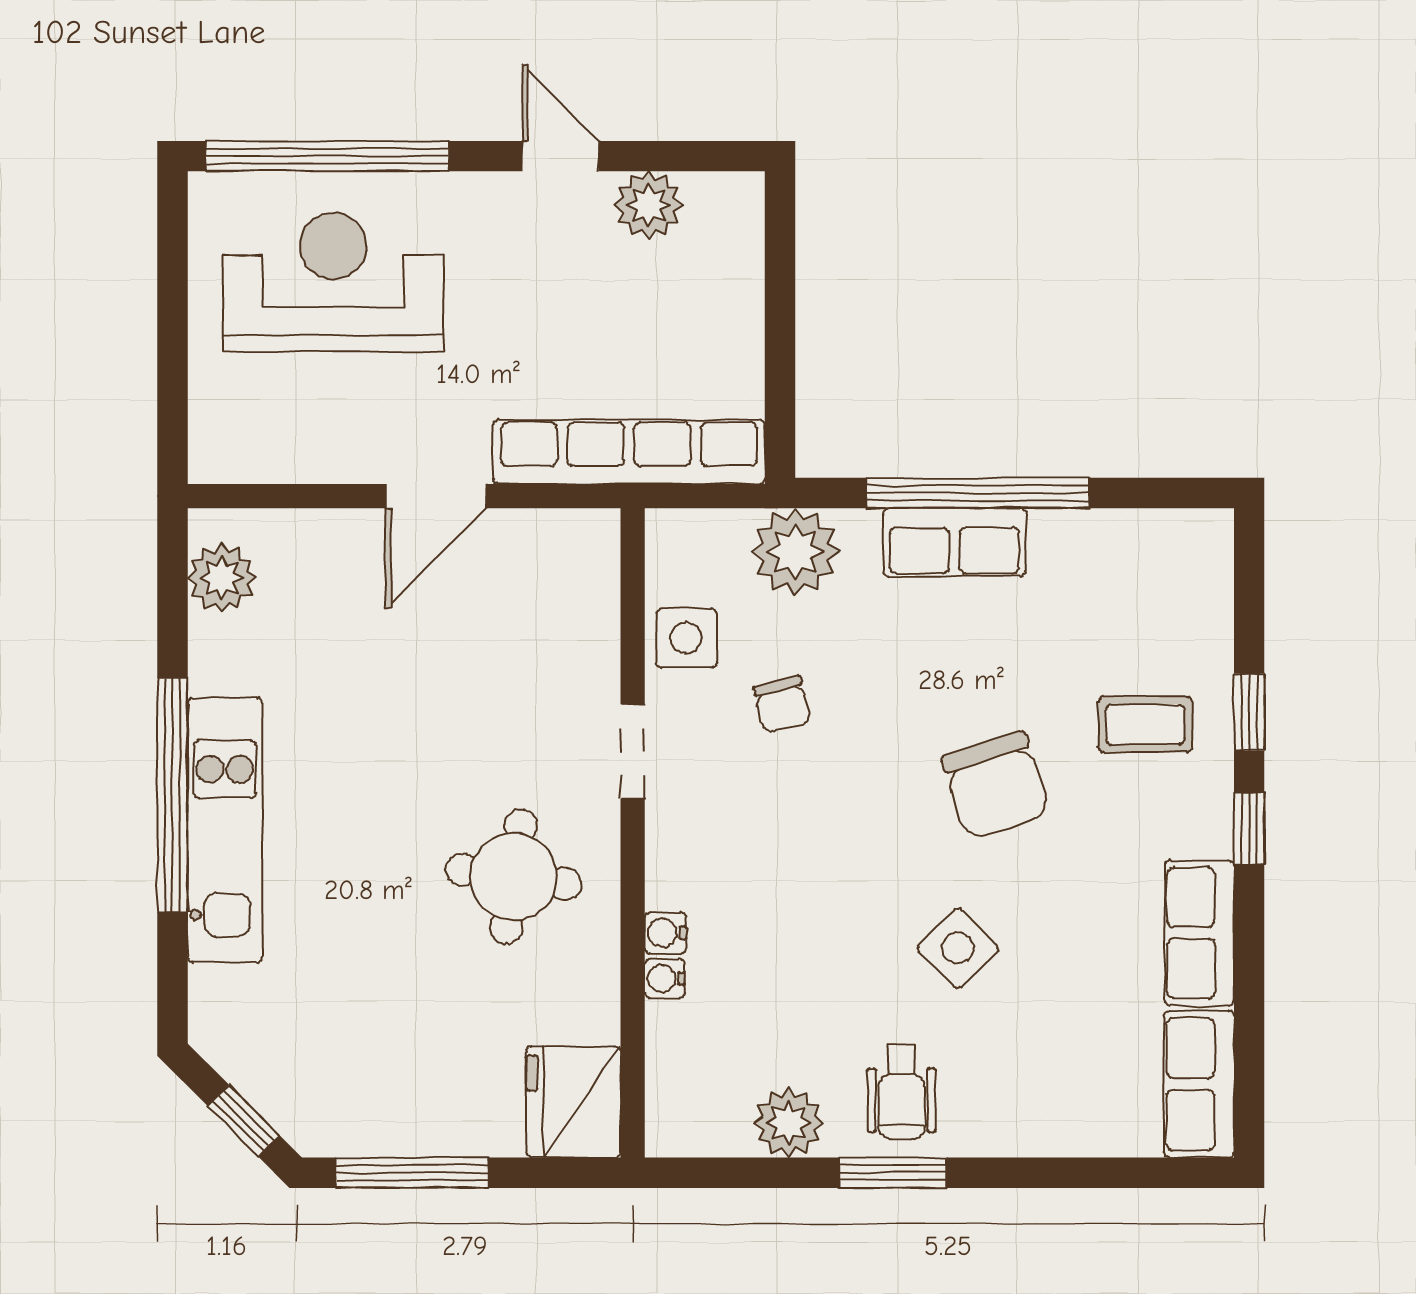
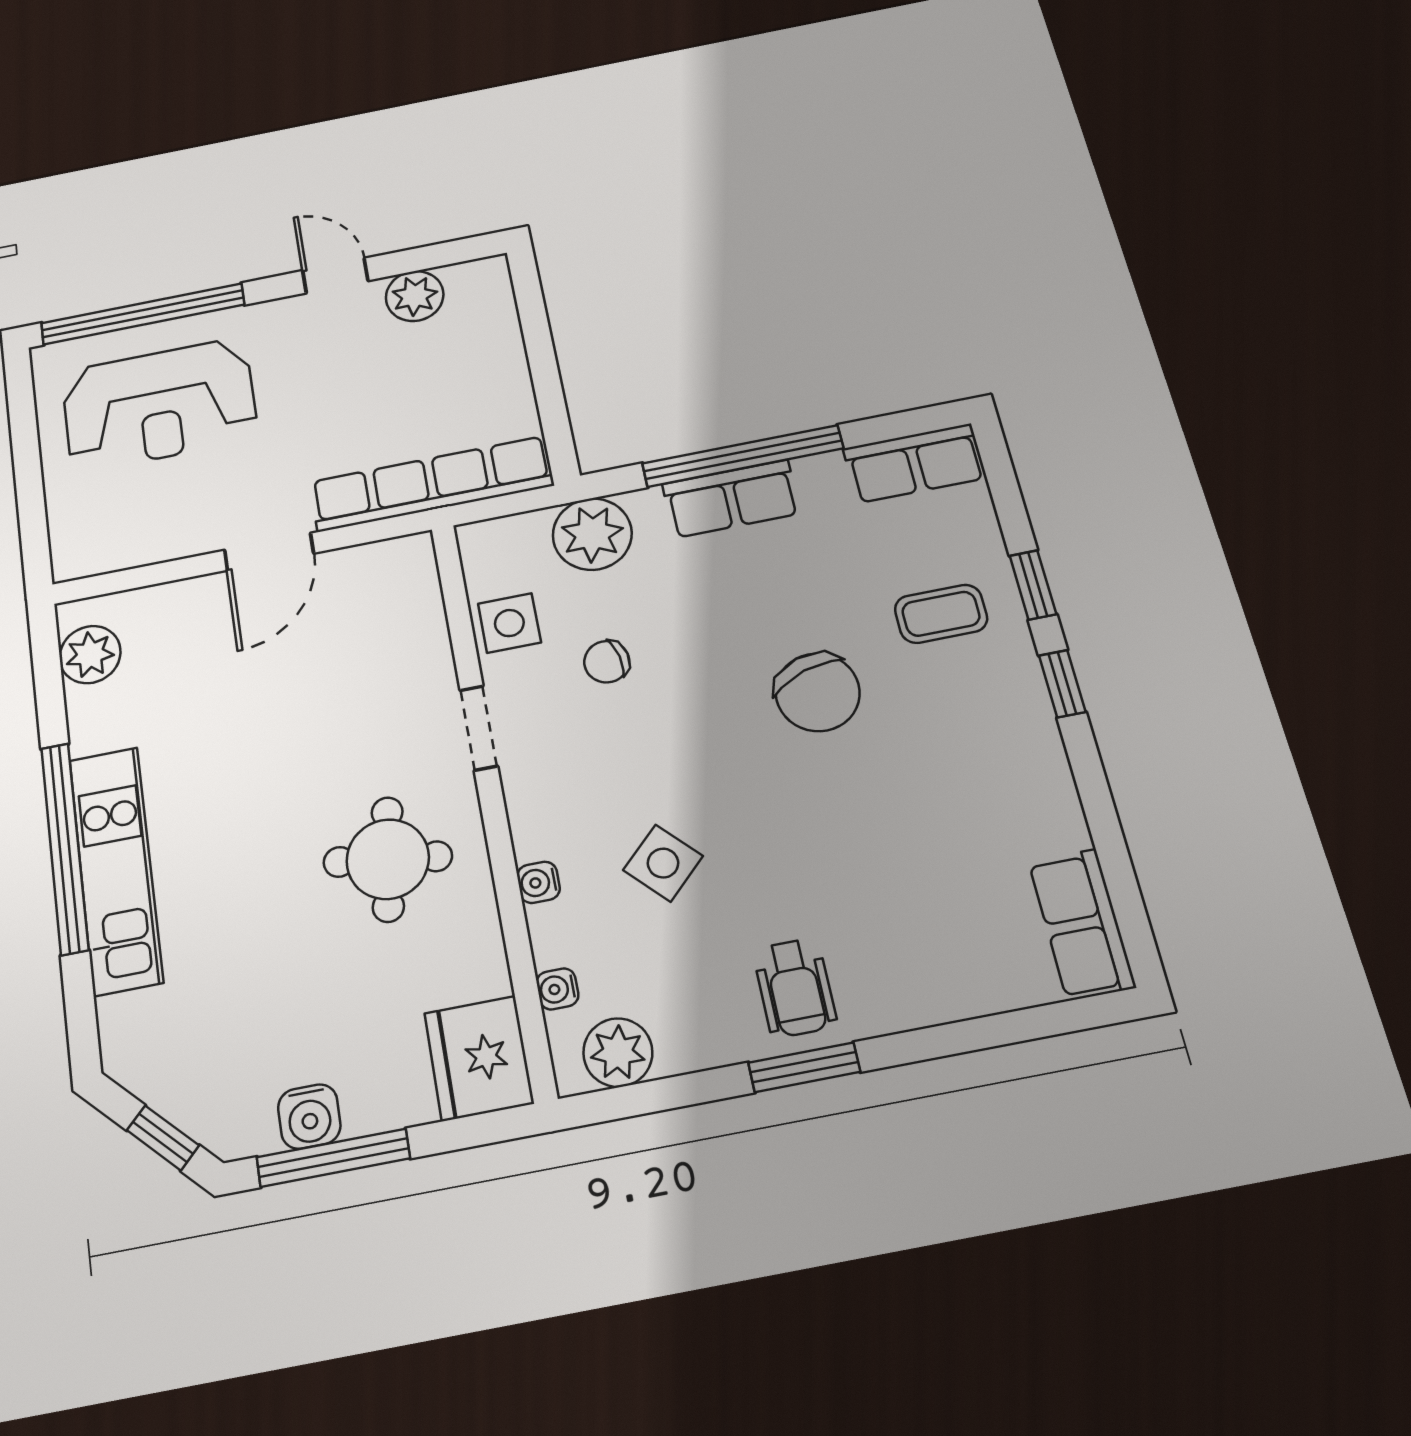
reception desk: (333, 282) -> (159, 405), turned 180
chair: (782, 705) -> (607, 662), turned 92
row of seats: (1199, 933) -> (914, 463), moved, turned -90
side table: (958, 948) -> (663, 863), moved
water cooler: (665, 978) -> (557, 989), moved
plant: (789, 1123) -> (618, 1052), moved
water cooler: (394, 1127) -> (309, 1116), added

